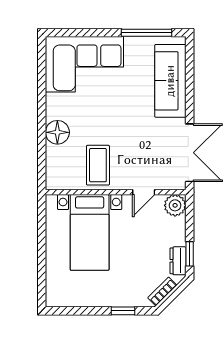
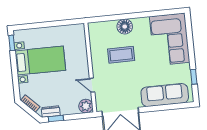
window: (146, 33) -> (194, 77), width x0.46
coffee table: (98, 165) -> (121, 55), moved
bed with nightstands: (90, 232) -> (40, 61), moved, turned 180
window: (123, 311) -> (12, 43), moved

